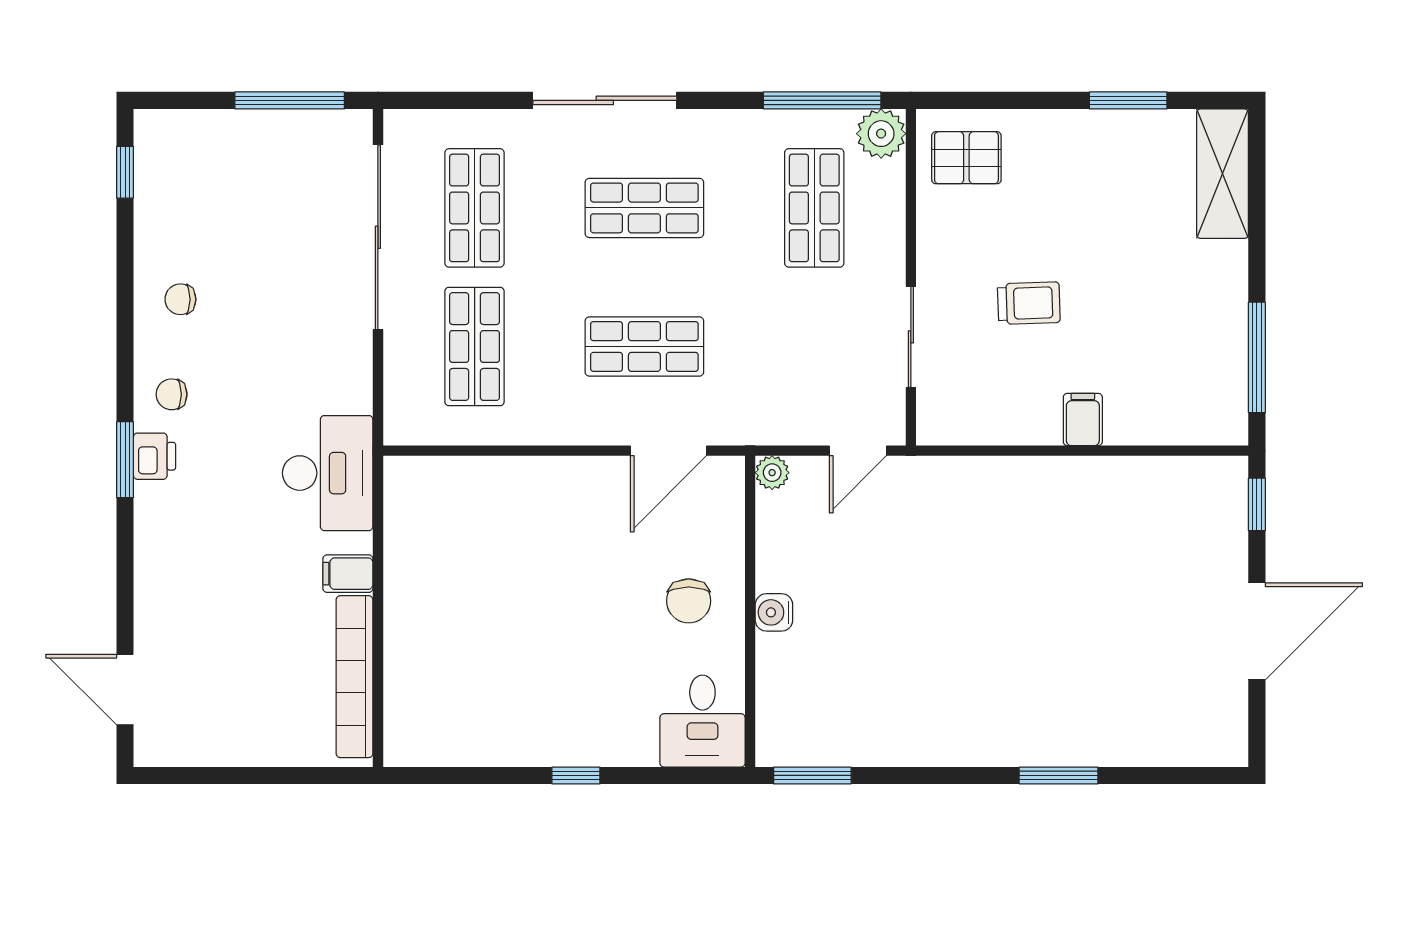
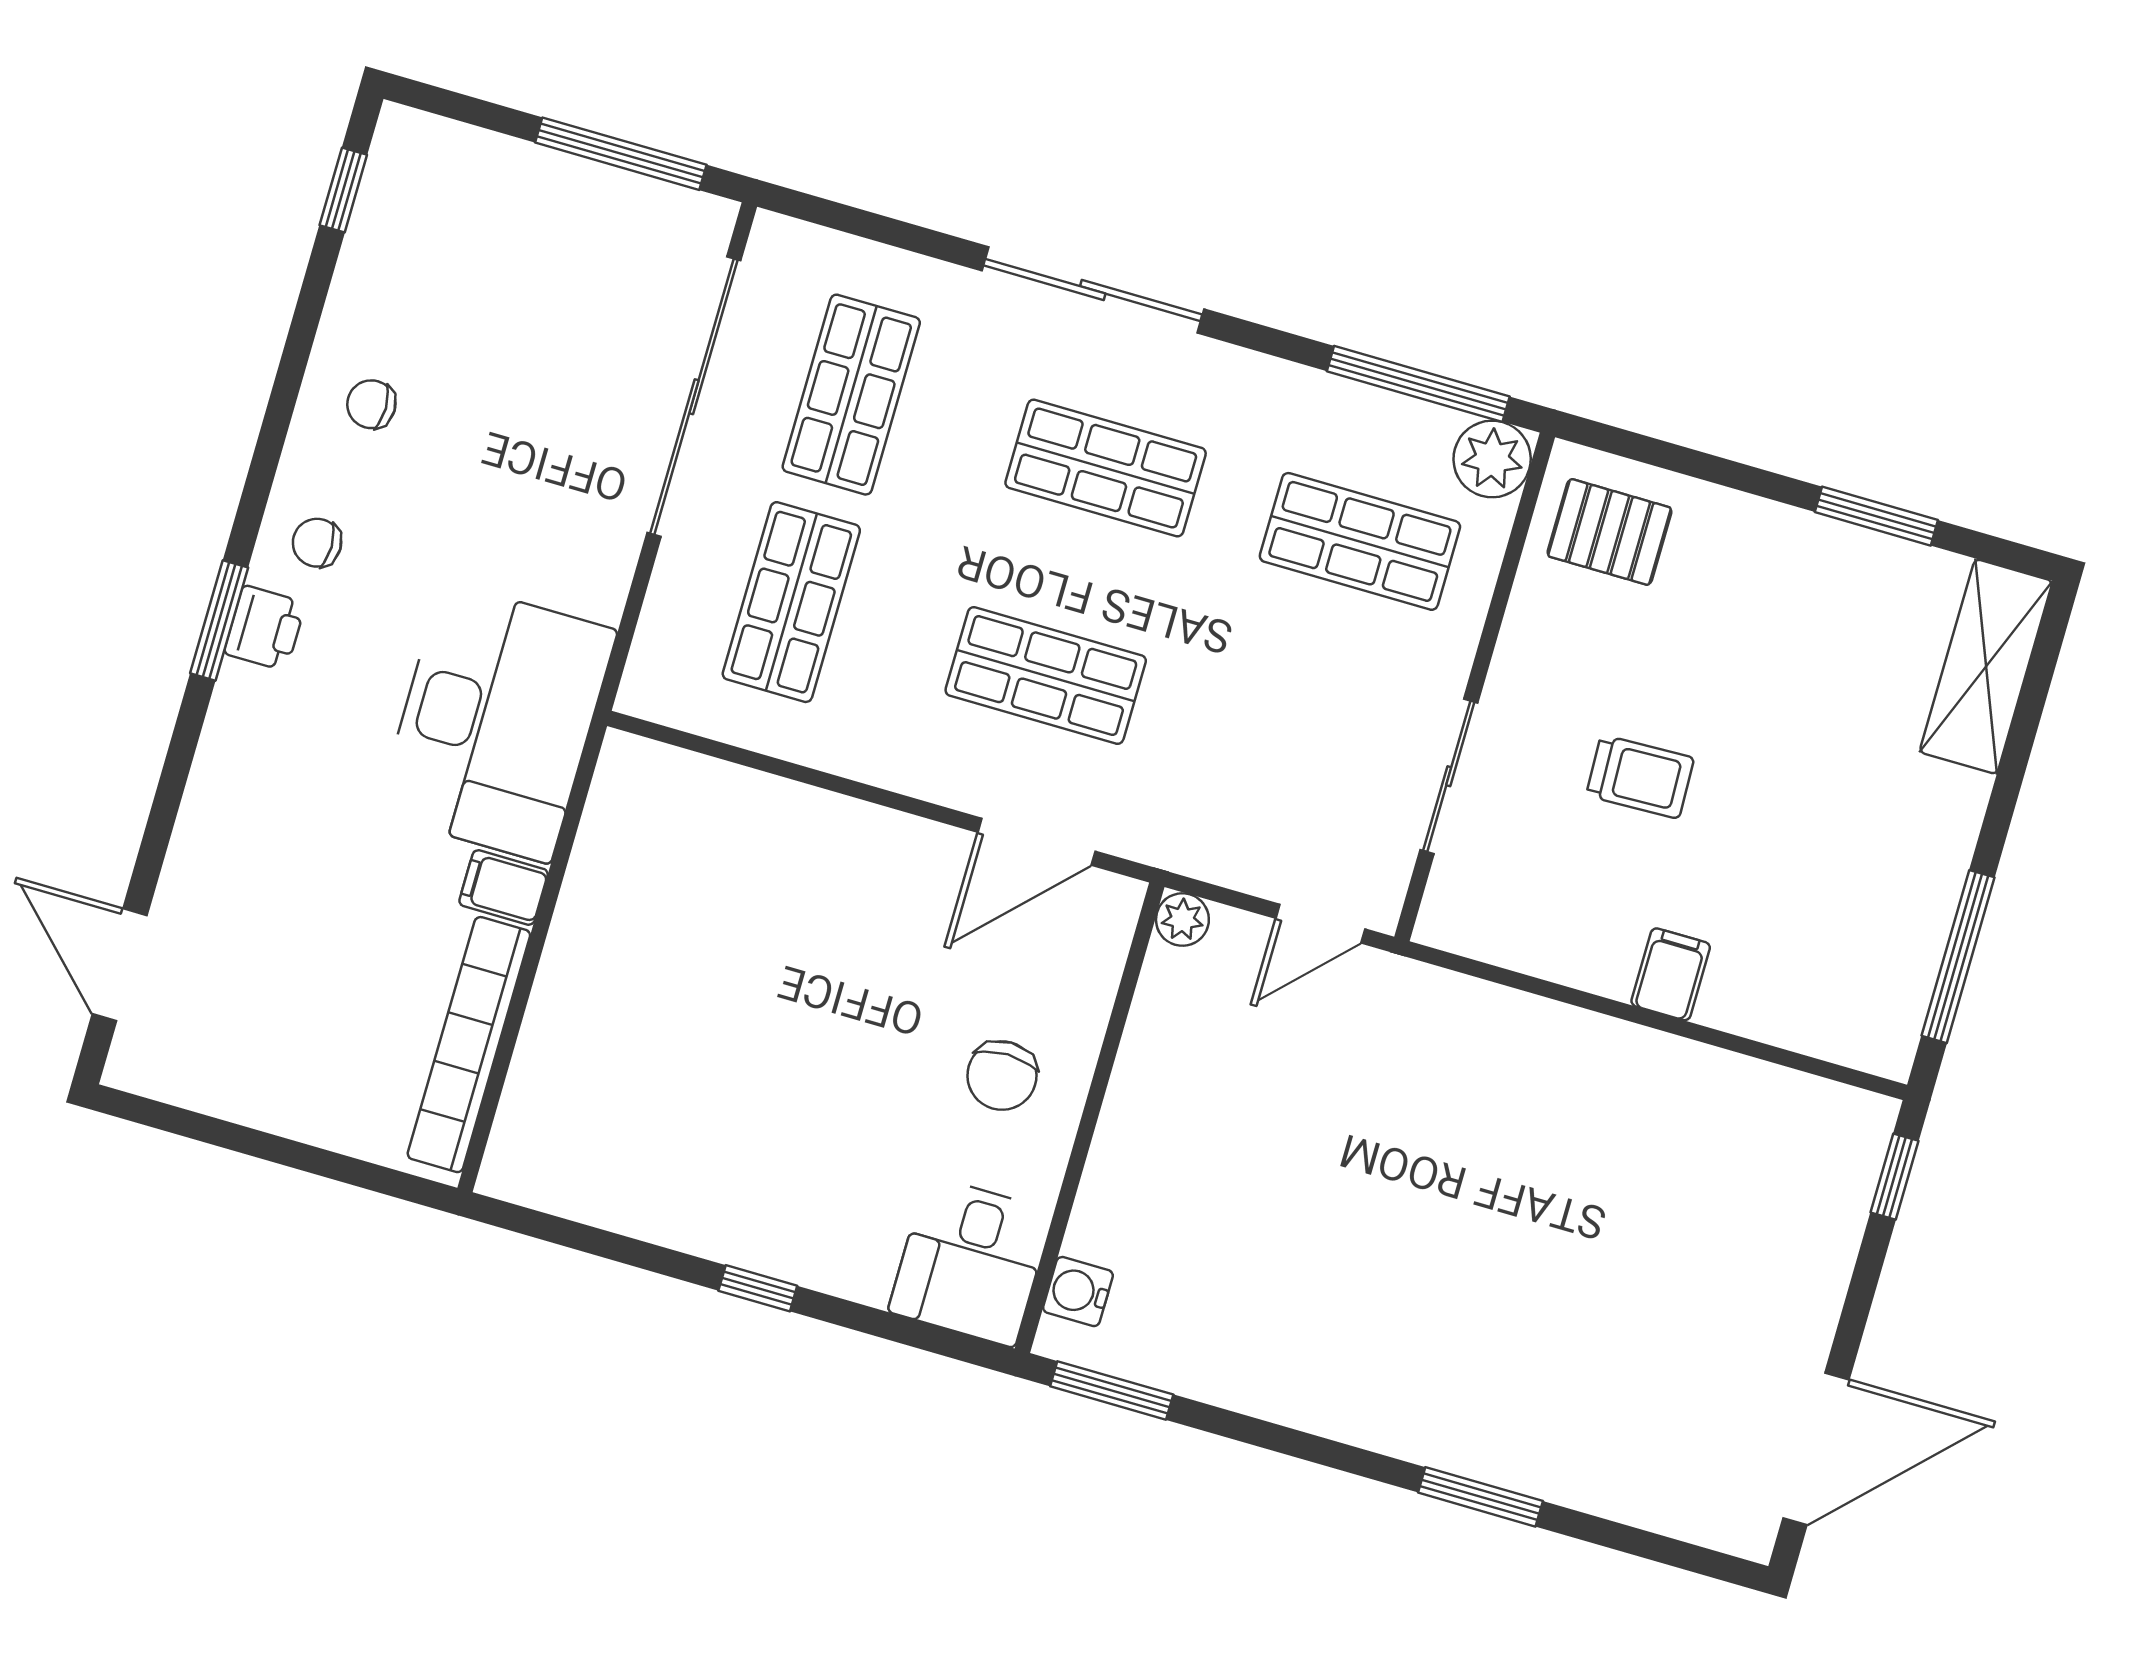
shop shelf: (814, 208) -> (1360, 541), turned 90
desk: (328, 473) -> (496, 722), width x1.36, depth x1.30
water cooler: (774, 612) -> (1078, 1292), moved
door: (1257, 631) -> (1816, 1449), moved

